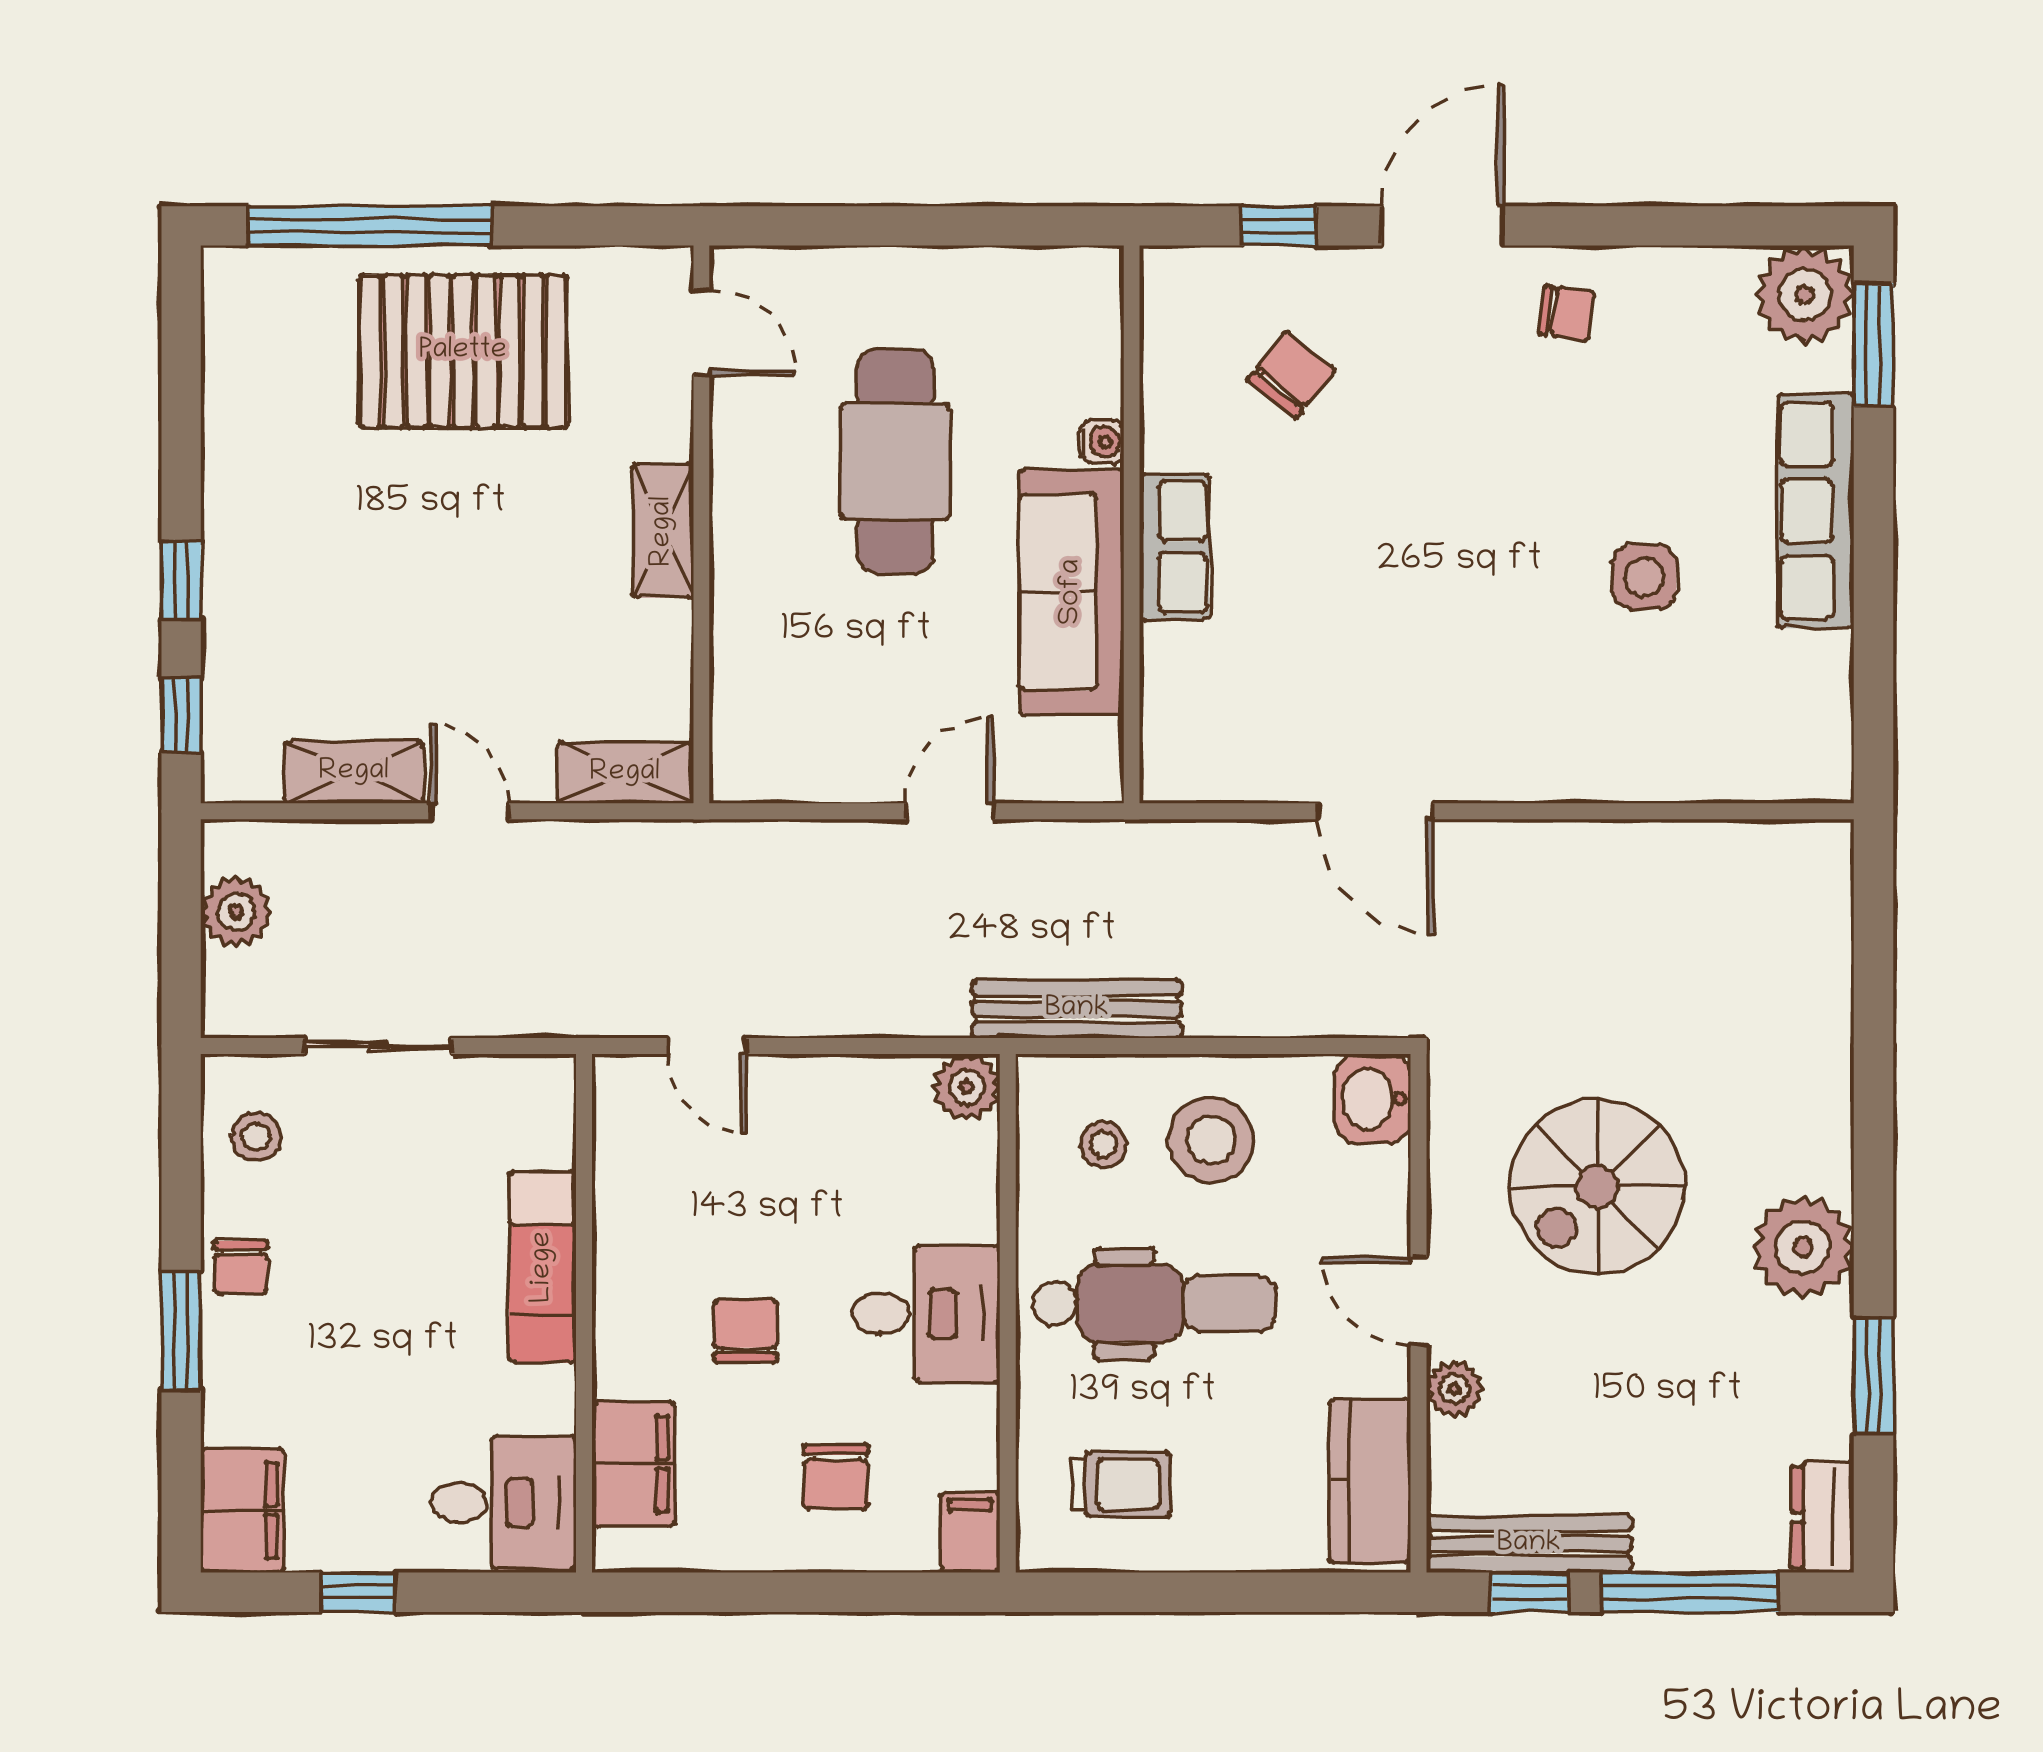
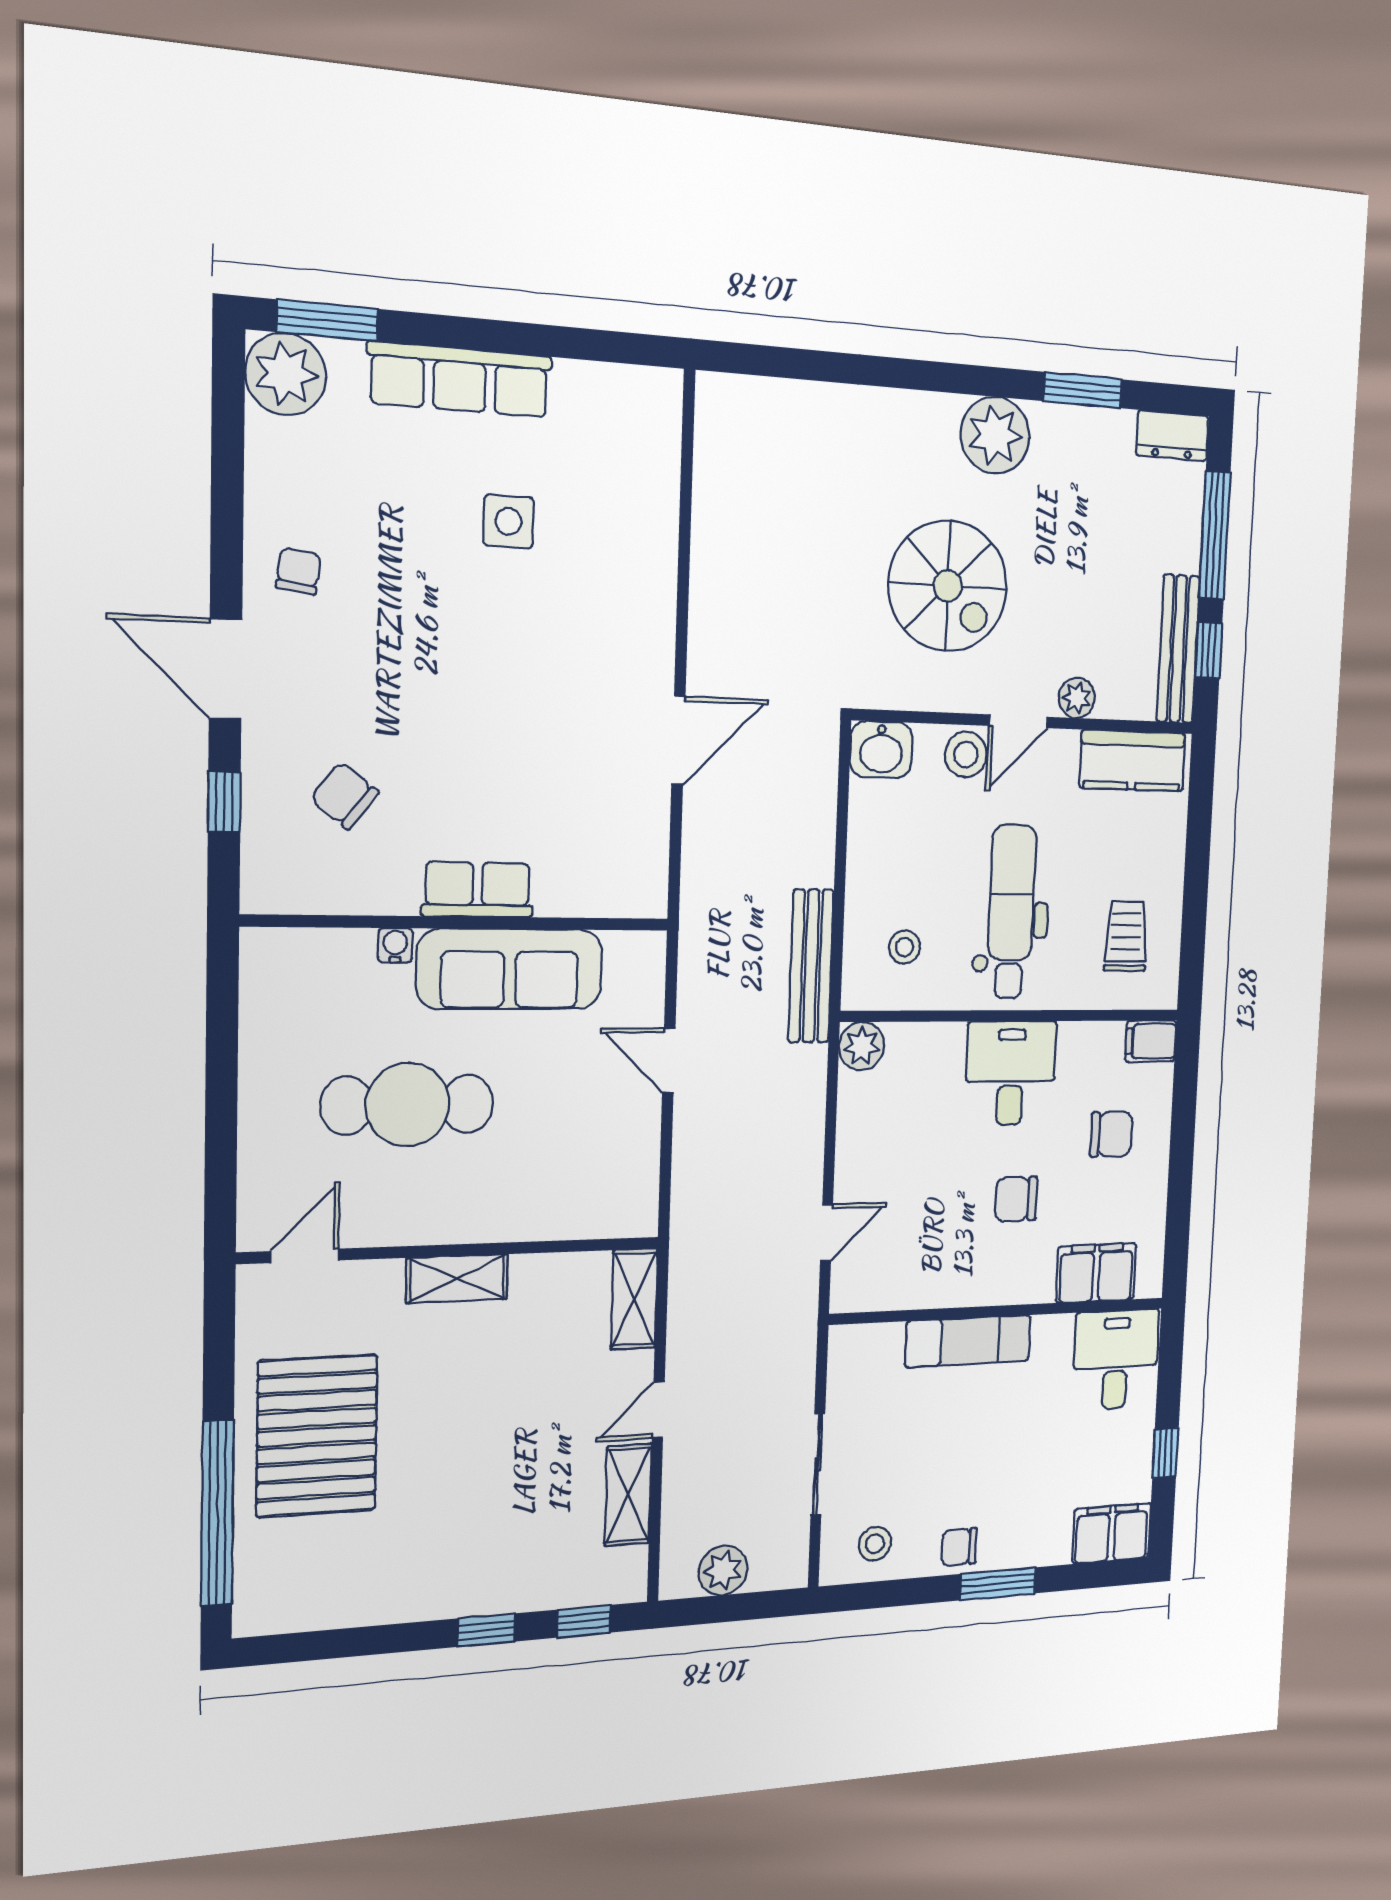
stool: (1211, 1140) -> (966, 754), moved, width x0.73, depth x0.73
chair: (241, 1267) -> (959, 1547), turned 180

